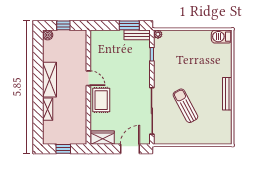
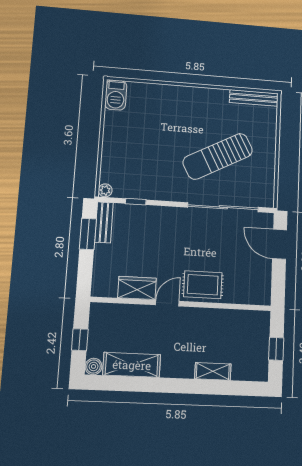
shelving: (50, 80) -> (132, 365), moved
bench: (227, 94) -> (254, 98), moved
sun lounger: (185, 106) -> (218, 156), width x1.36, depth x1.34
wardrobe: (102, 138) -> (137, 288), moved, turned 90

